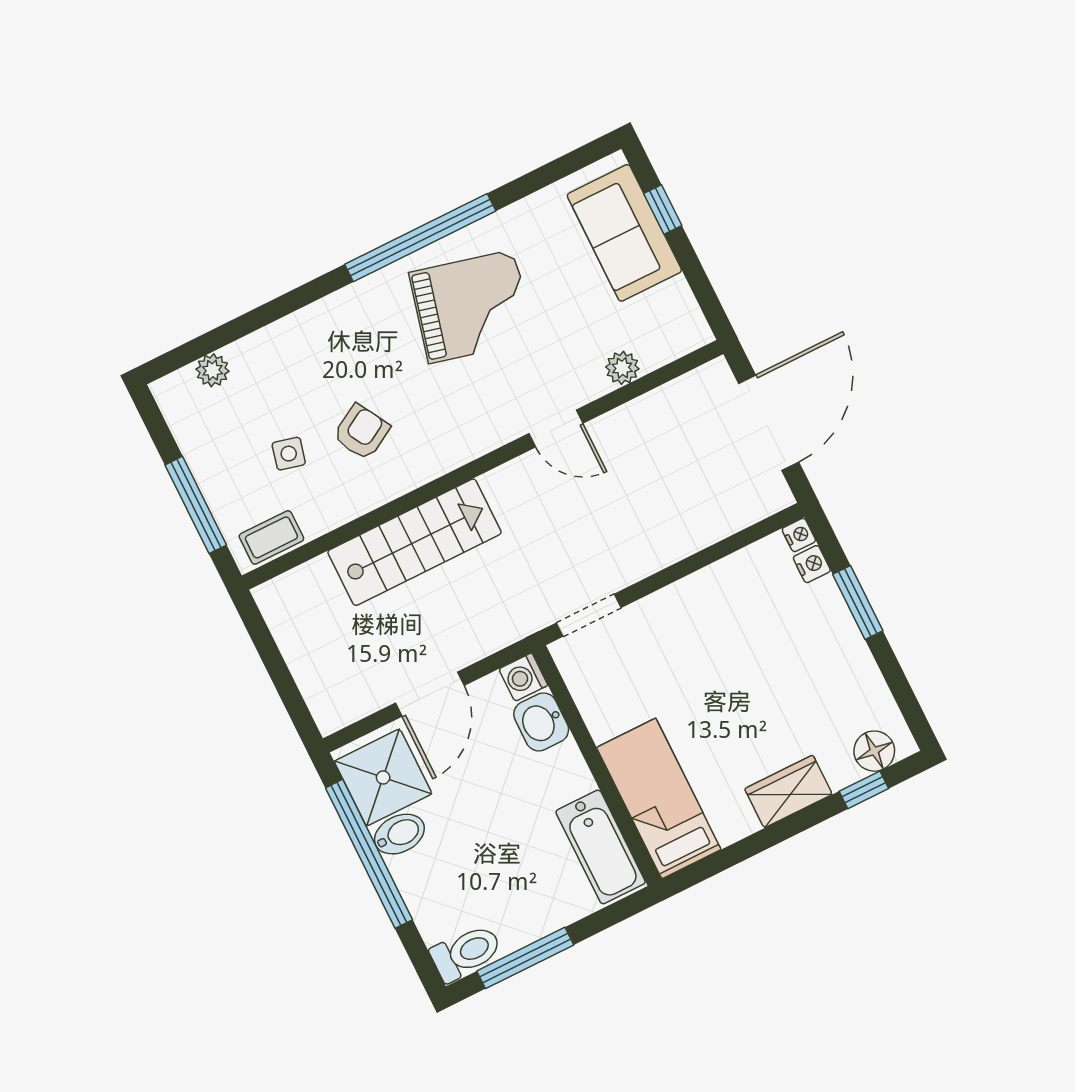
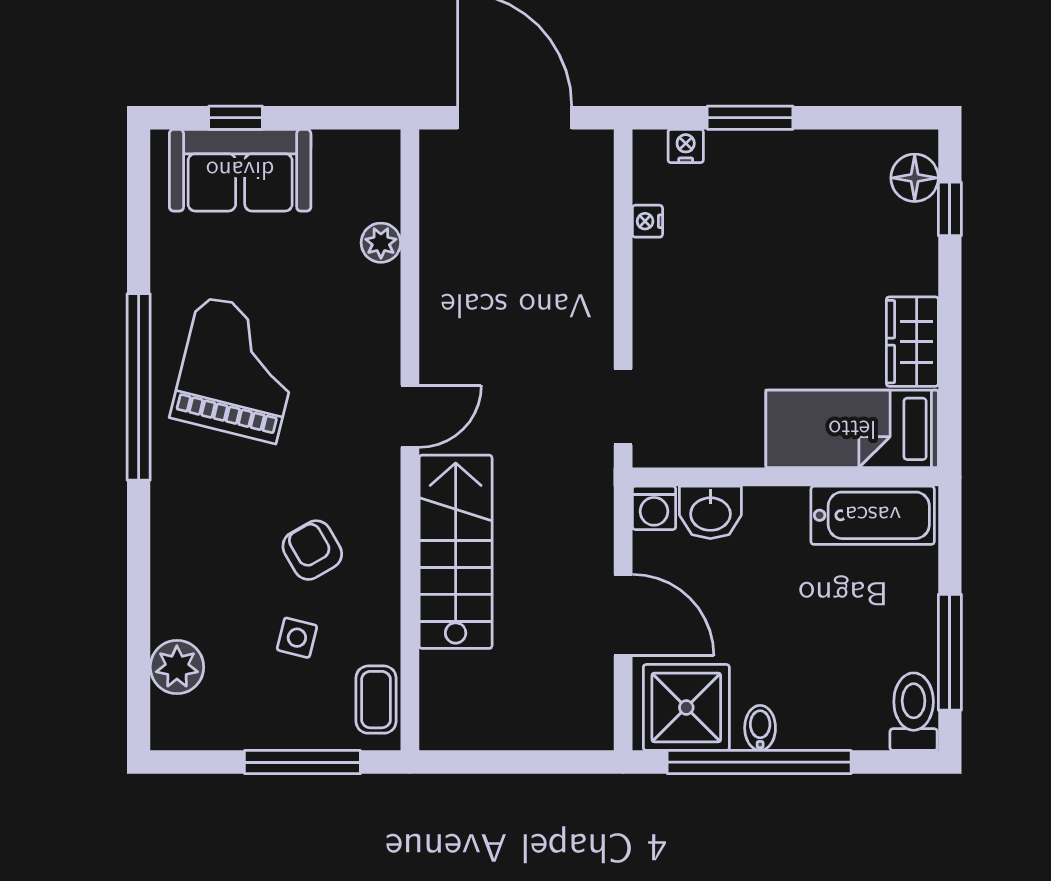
plant: (213, 370) -> (177, 667), width x1.38, depth x1.38
door: (556, 428) -> (410, 416), moved
nightstand: (799, 535) -> (647, 221), moved, turned -90
wardrobe: (788, 792) -> (912, 342), moved
bidet: (399, 834) -> (760, 728), width x0.72, depth x0.74

